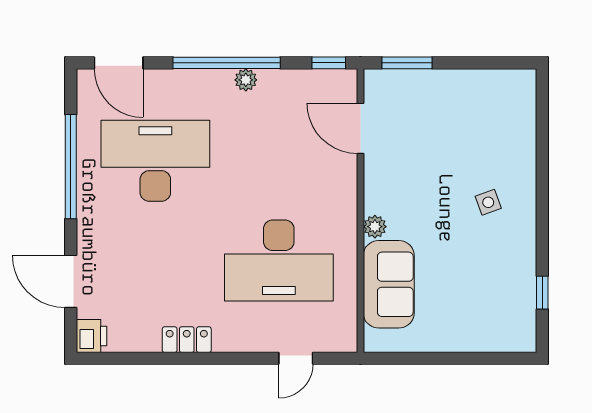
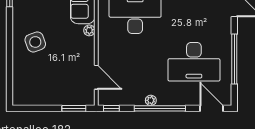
side table: (488, 202) -> (35, 42), width x1.87, depth x1.87

